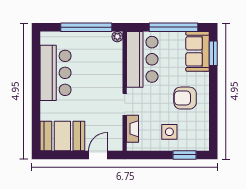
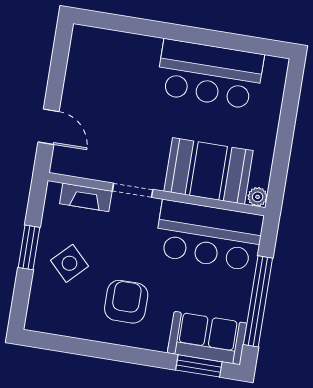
window: (86, 27) -> (284, 143), removed
side table: (169, 132) -> (69, 263), turned 45
booth: (62, 136) -> (209, 171), moved, turned 90
window: (185, 155) -> (29, 247), moved

